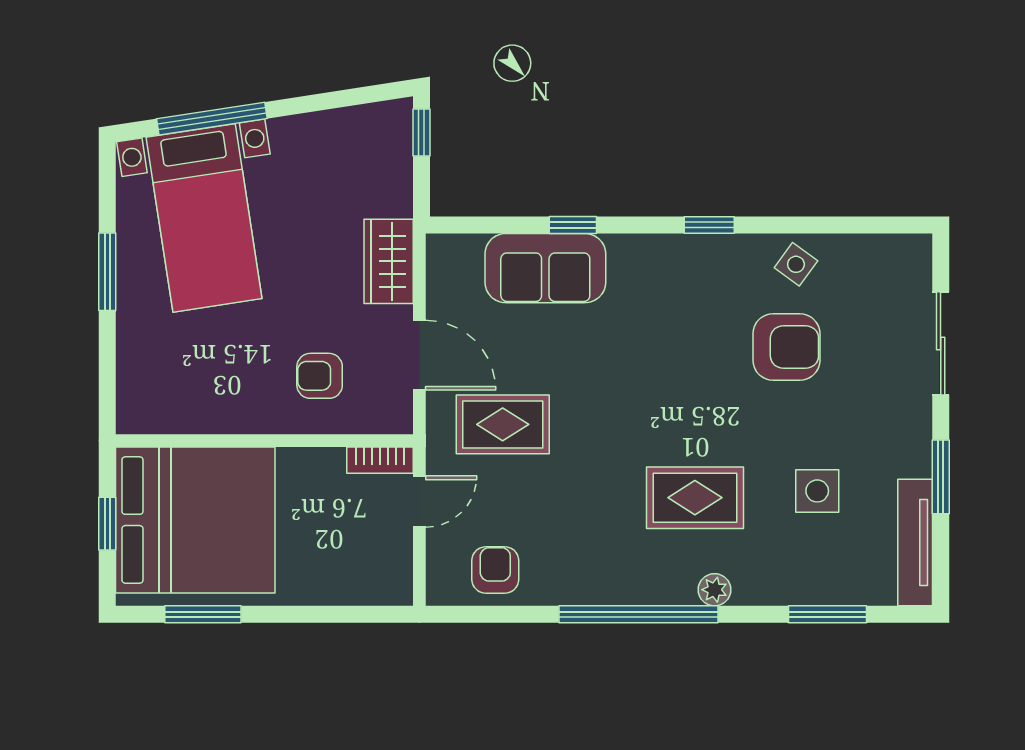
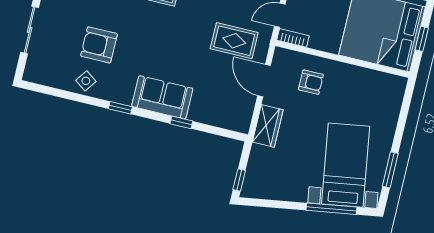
sofa: (545, 268) -> (162, 97), moved
window: (107, 272) -> (390, 170), moved

